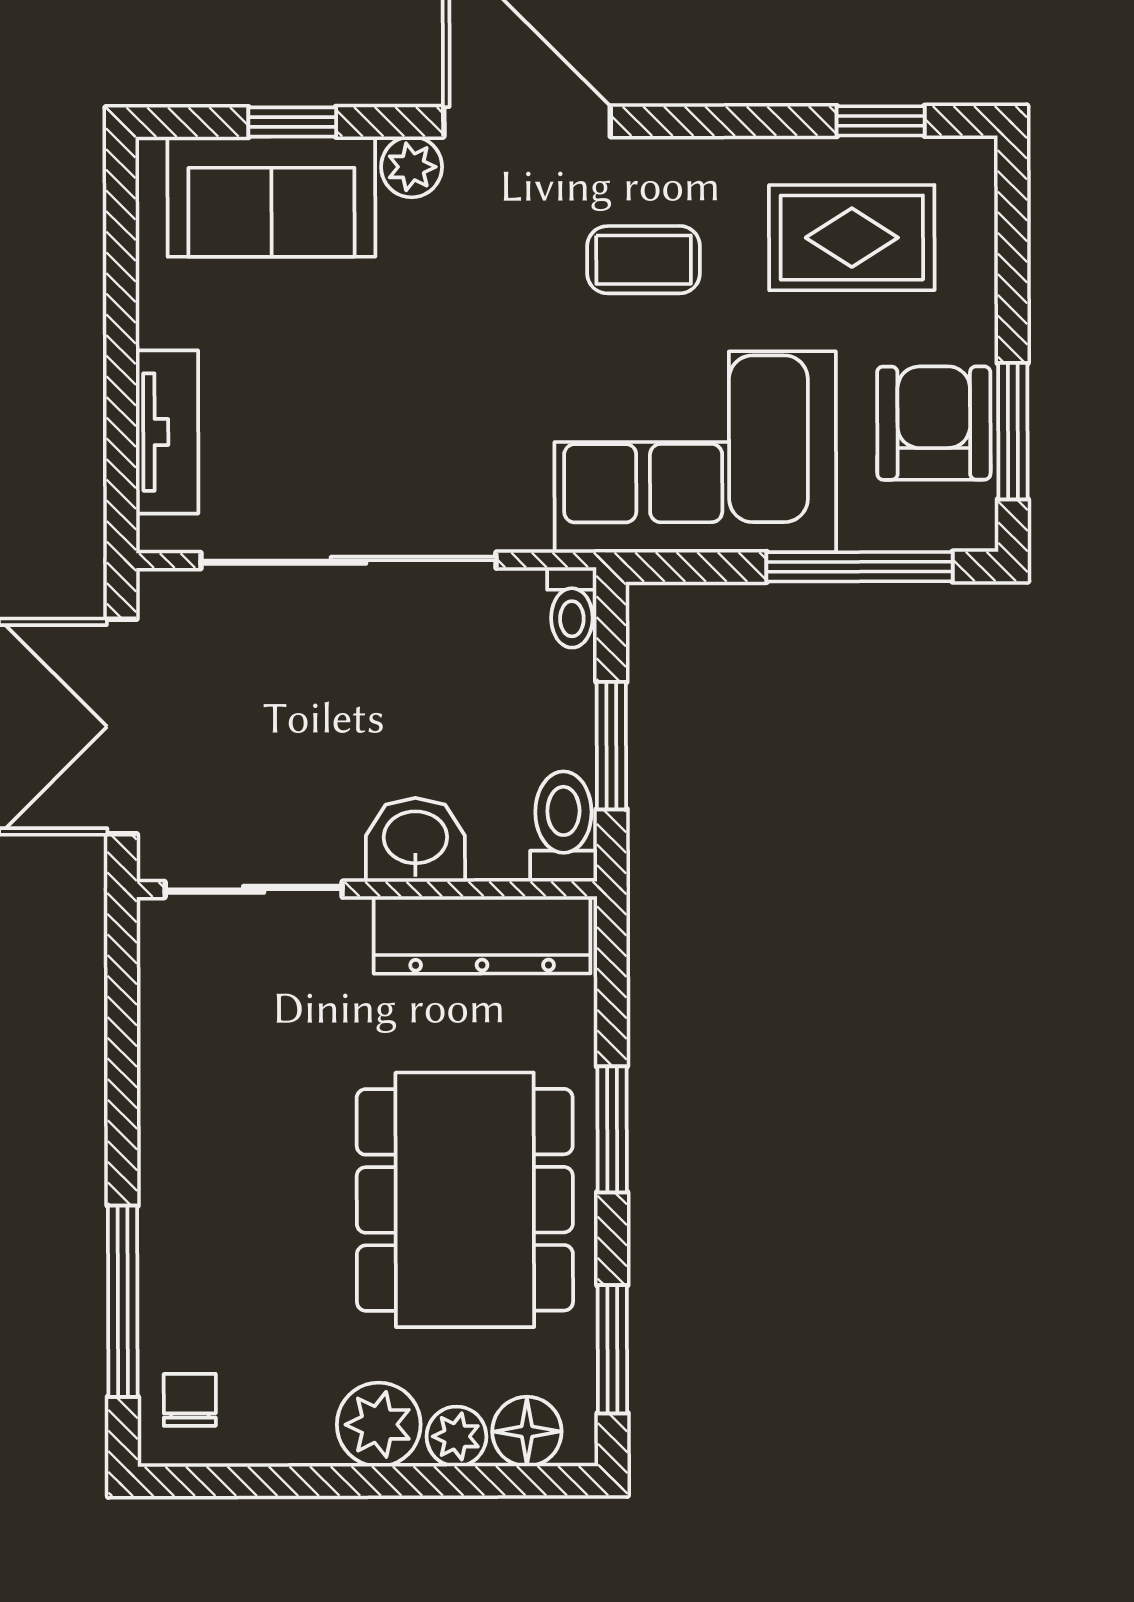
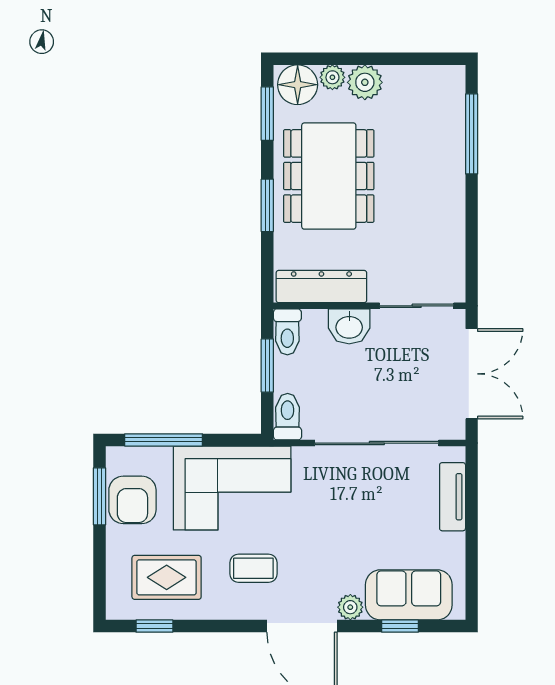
toilet: (572, 607) -> (288, 417), width x1.37, depth x1.39
chair: (190, 1400) -> (444, 93), removed
floor lamp: (527, 1431) -> (298, 85), width x1.38, depth x1.38

